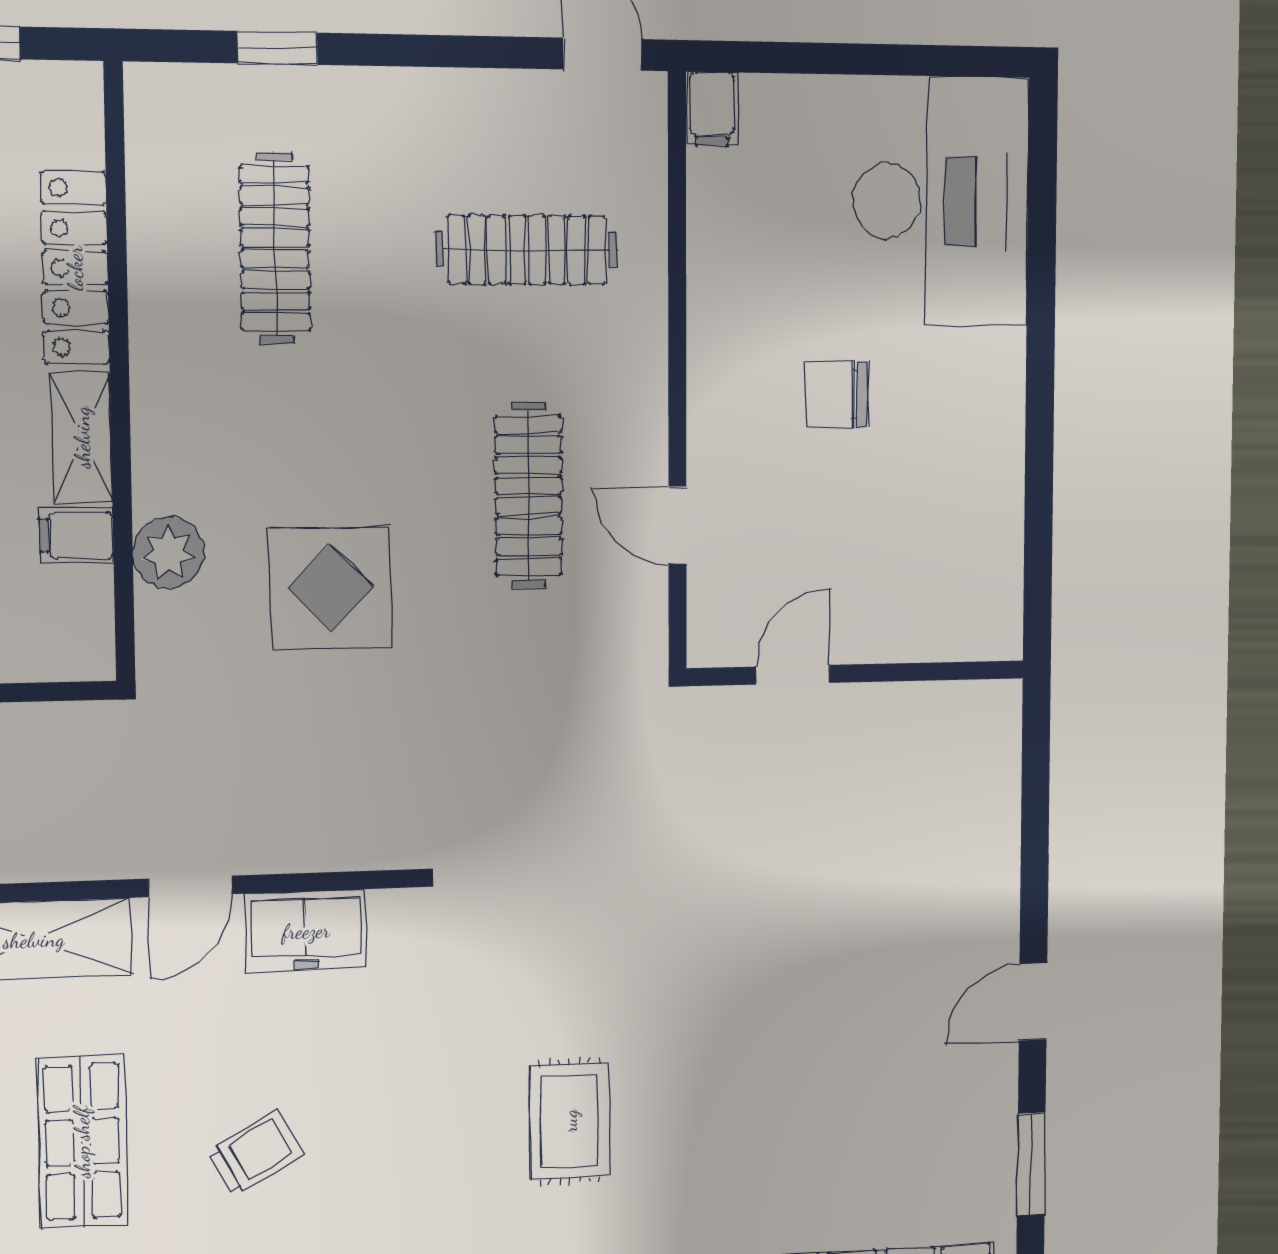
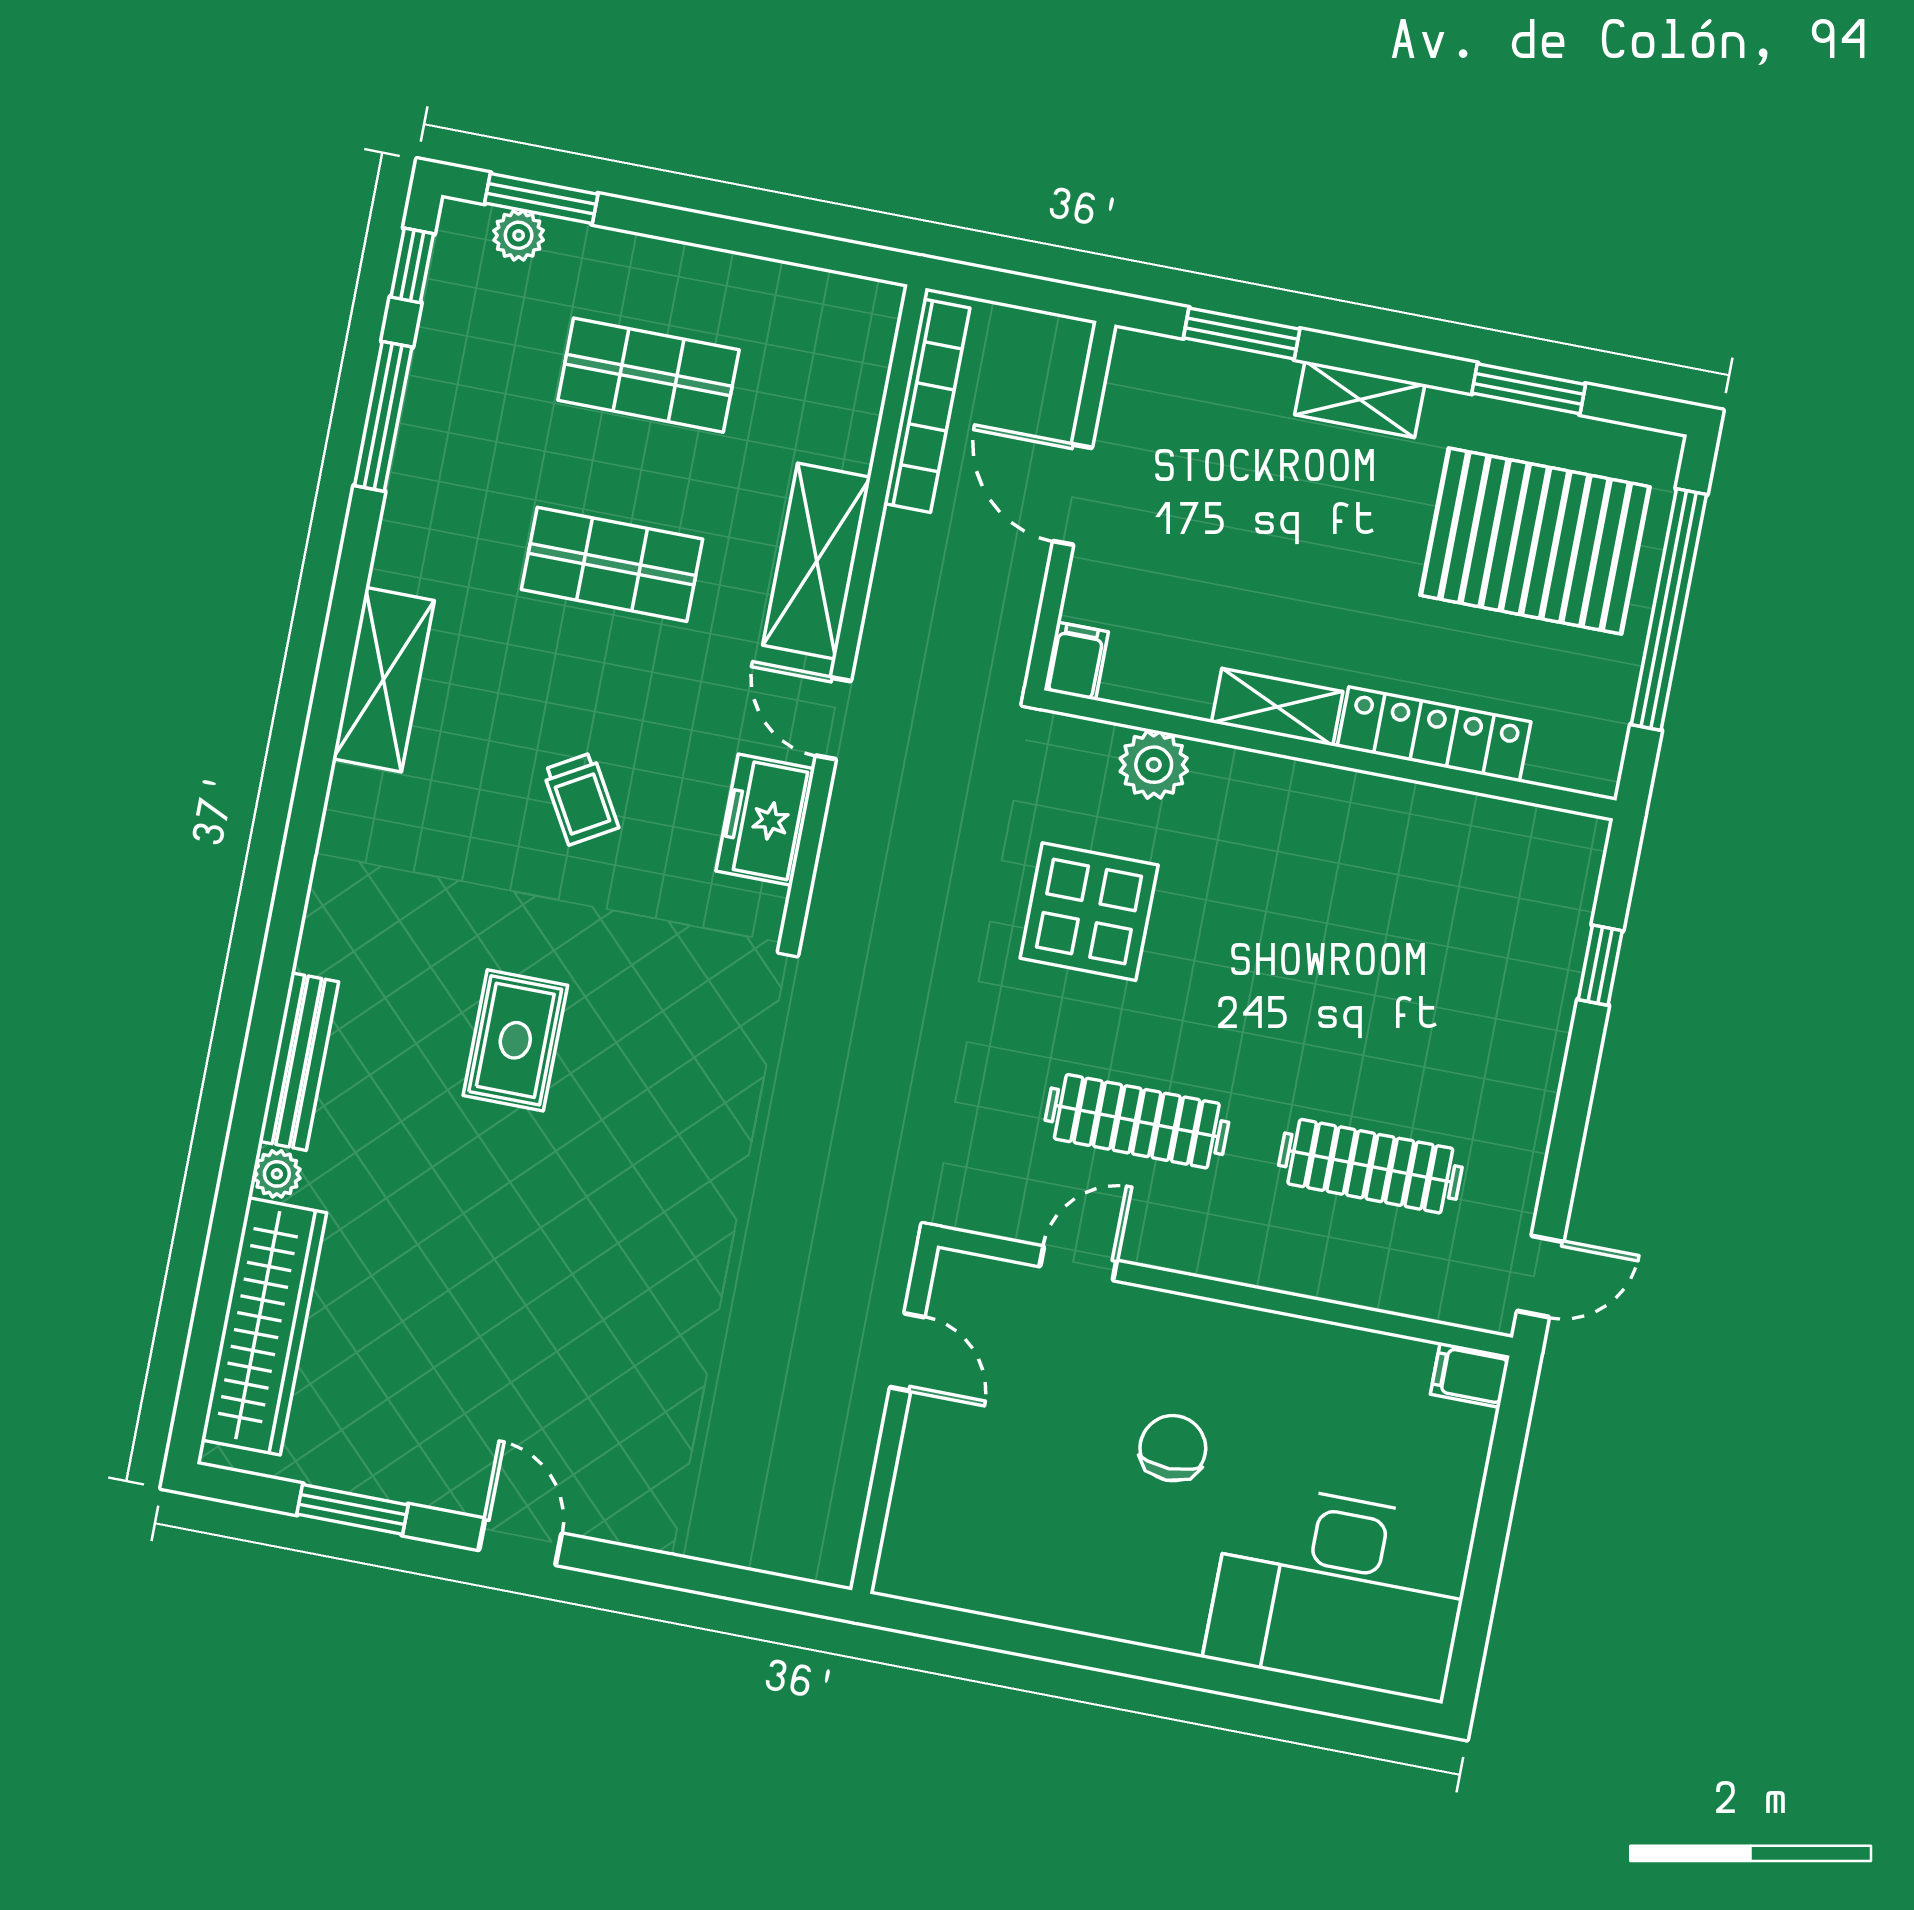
clothes rail: (275, 248) -> (1417, 925), removed
clothes rail: (527, 250) -> (1370, 1166), turned 90
filing cabinet: (76, 535) -> (1076, 661), moved
rug: (570, 1121) -> (515, 1040), turned 90
trolley: (256, 1152) -> (581, 799), moved

